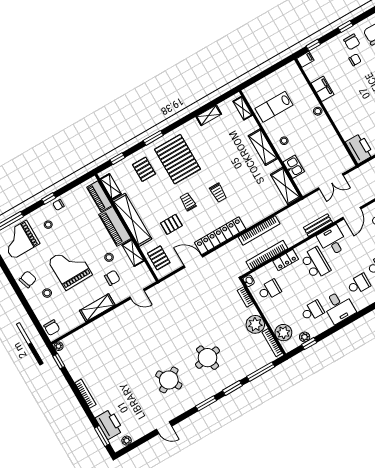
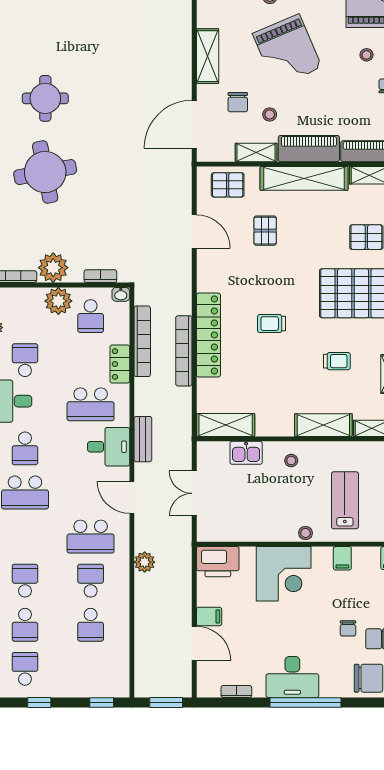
filing cabinet: (323, 89) -> (342, 558), width x0.50
lab bench: (274, 107) -> (345, 500), moved
corner desk: (346, 110) -> (284, 574), added
shelving: (263, 147) -> (323, 425), moved
trolley: (188, 202) -> (337, 361), moved
locker: (220, 236) -> (208, 335), moved
door: (193, 261) -> (194, 231), hinge flipped
grand piano: (70, 268) -> (287, 51), turned 68
door: (137, 294) -> (194, 124), width x1.88
school desk: (312, 311) -> (25, 360), turned 180
plant: (283, 333) -> (58, 301), moved
round table: (208, 358) -> (45, 172), width x1.36, depth x1.36
round table: (169, 380) -> (45, 98), turned 30

